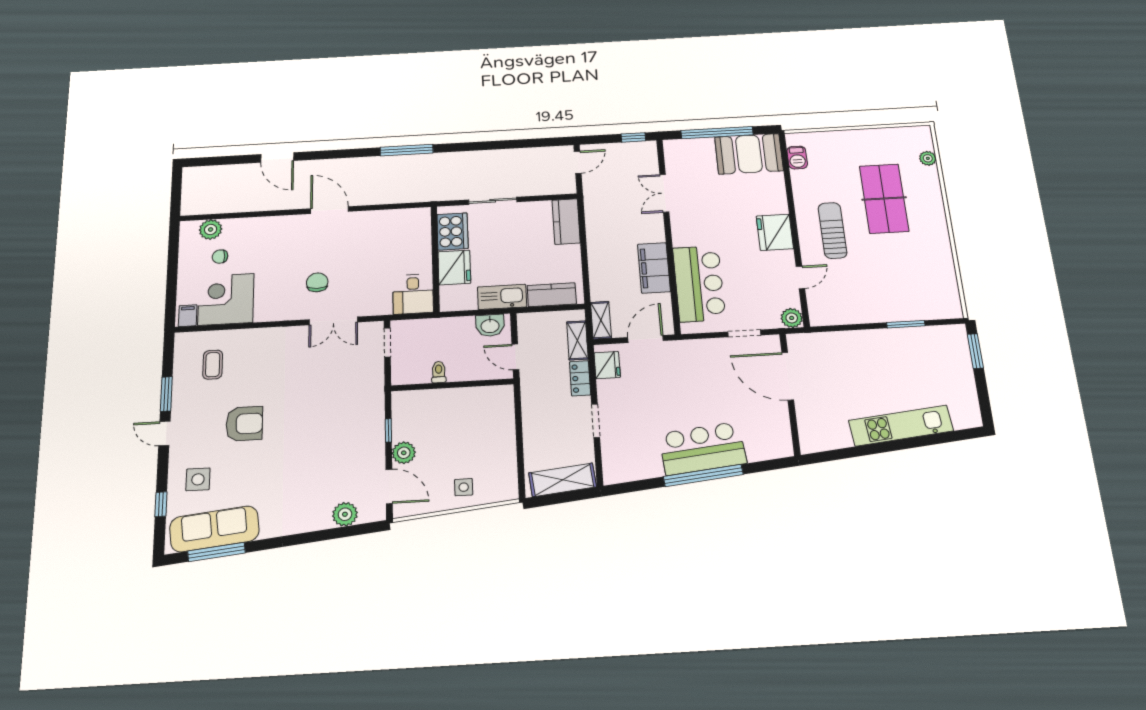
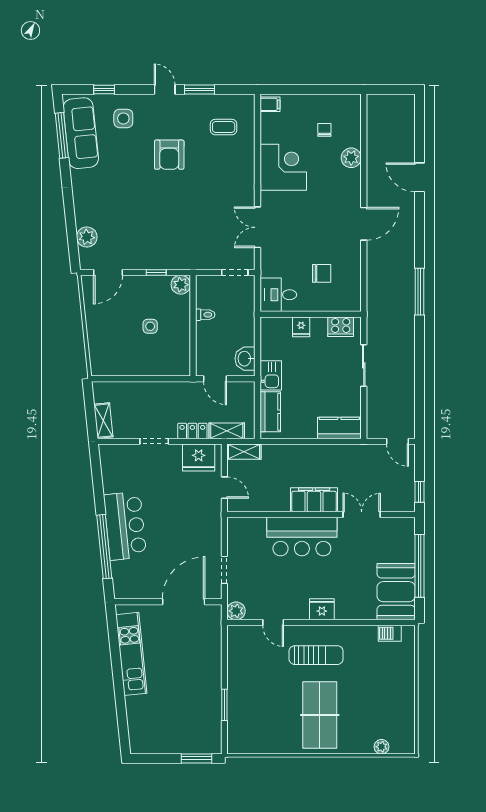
door: (277, 158) -> (419, 177), hinge flipped
table tennis table: (884, 199) -> (320, 715), moved, turned 90
plant: (211, 229) -> (351, 158), moved
cooker: (452, 231) -> (341, 327), width x0.73, depth x0.76
fridge: (775, 232) -> (322, 609), width x0.73, depth x0.75
fridge: (454, 267) -> (301, 327), width x0.53, depth x0.75
filing cabinet: (654, 268) -> (314, 500), moved
chair: (317, 282) -> (322, 273), moved
bar counter: (699, 284) -> (302, 537), moved
kitchen sink: (502, 297) -> (271, 375), width x0.73
corner desk: (226, 299) -> (283, 167), moved
door: (646, 339) -> (224, 488), width x0.73
door: (515, 357) -> (215, 379), swing flipped
fridge: (607, 365) -> (199, 458), width x1.36, depth x1.34
kitchen unit: (901, 426) -> (131, 654), moved
door: (164, 434) -> (165, 90), hinge flipped
plant: (404, 453) -> (181, 285), moved
window: (703, 475) -> (104, 547), moved
shelving: (563, 480) -> (103, 421), width x0.67, depth x0.75
side table: (464, 487) -> (150, 326), moved

